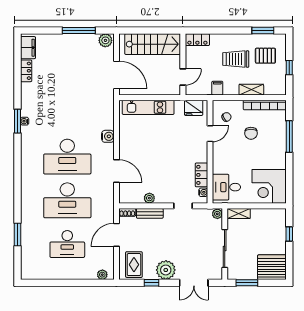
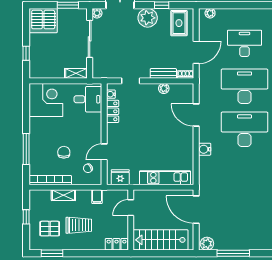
plant: (217, 214) -> (97, 13), moved

